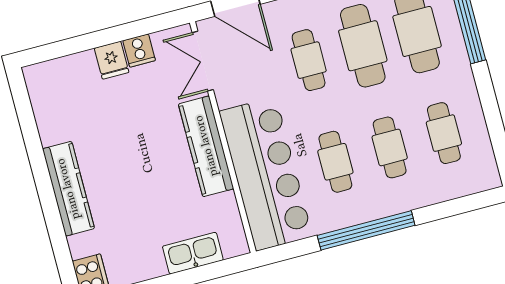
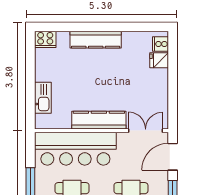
cooker: (139, 50) -> (160, 44), moved
fridge: (112, 60) -> (159, 60), moved

